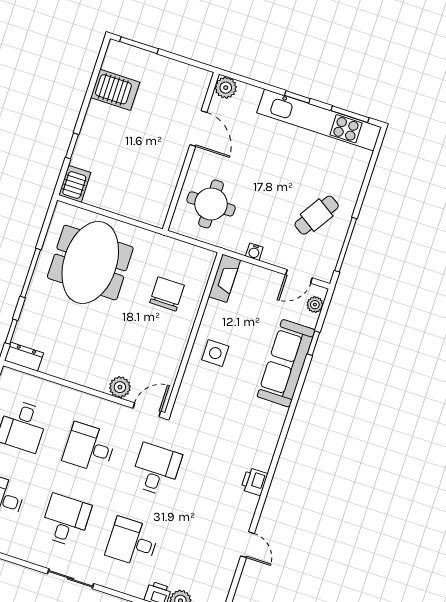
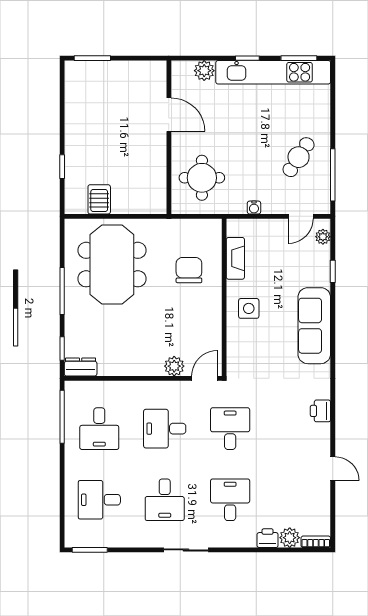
plant: (226, 88) -> (204, 71), moved
server rack: (115, 90) -> (84, 105), removed
server rack: (75, 184) -> (99, 199), moved
fireplace: (225, 278) -> (235, 258), moved
sofa: (286, 363) -> (314, 326), moved
desk: (66, 520) -> (165, 500), turned 180
desk: (132, 542) -> (230, 500), turned 90

